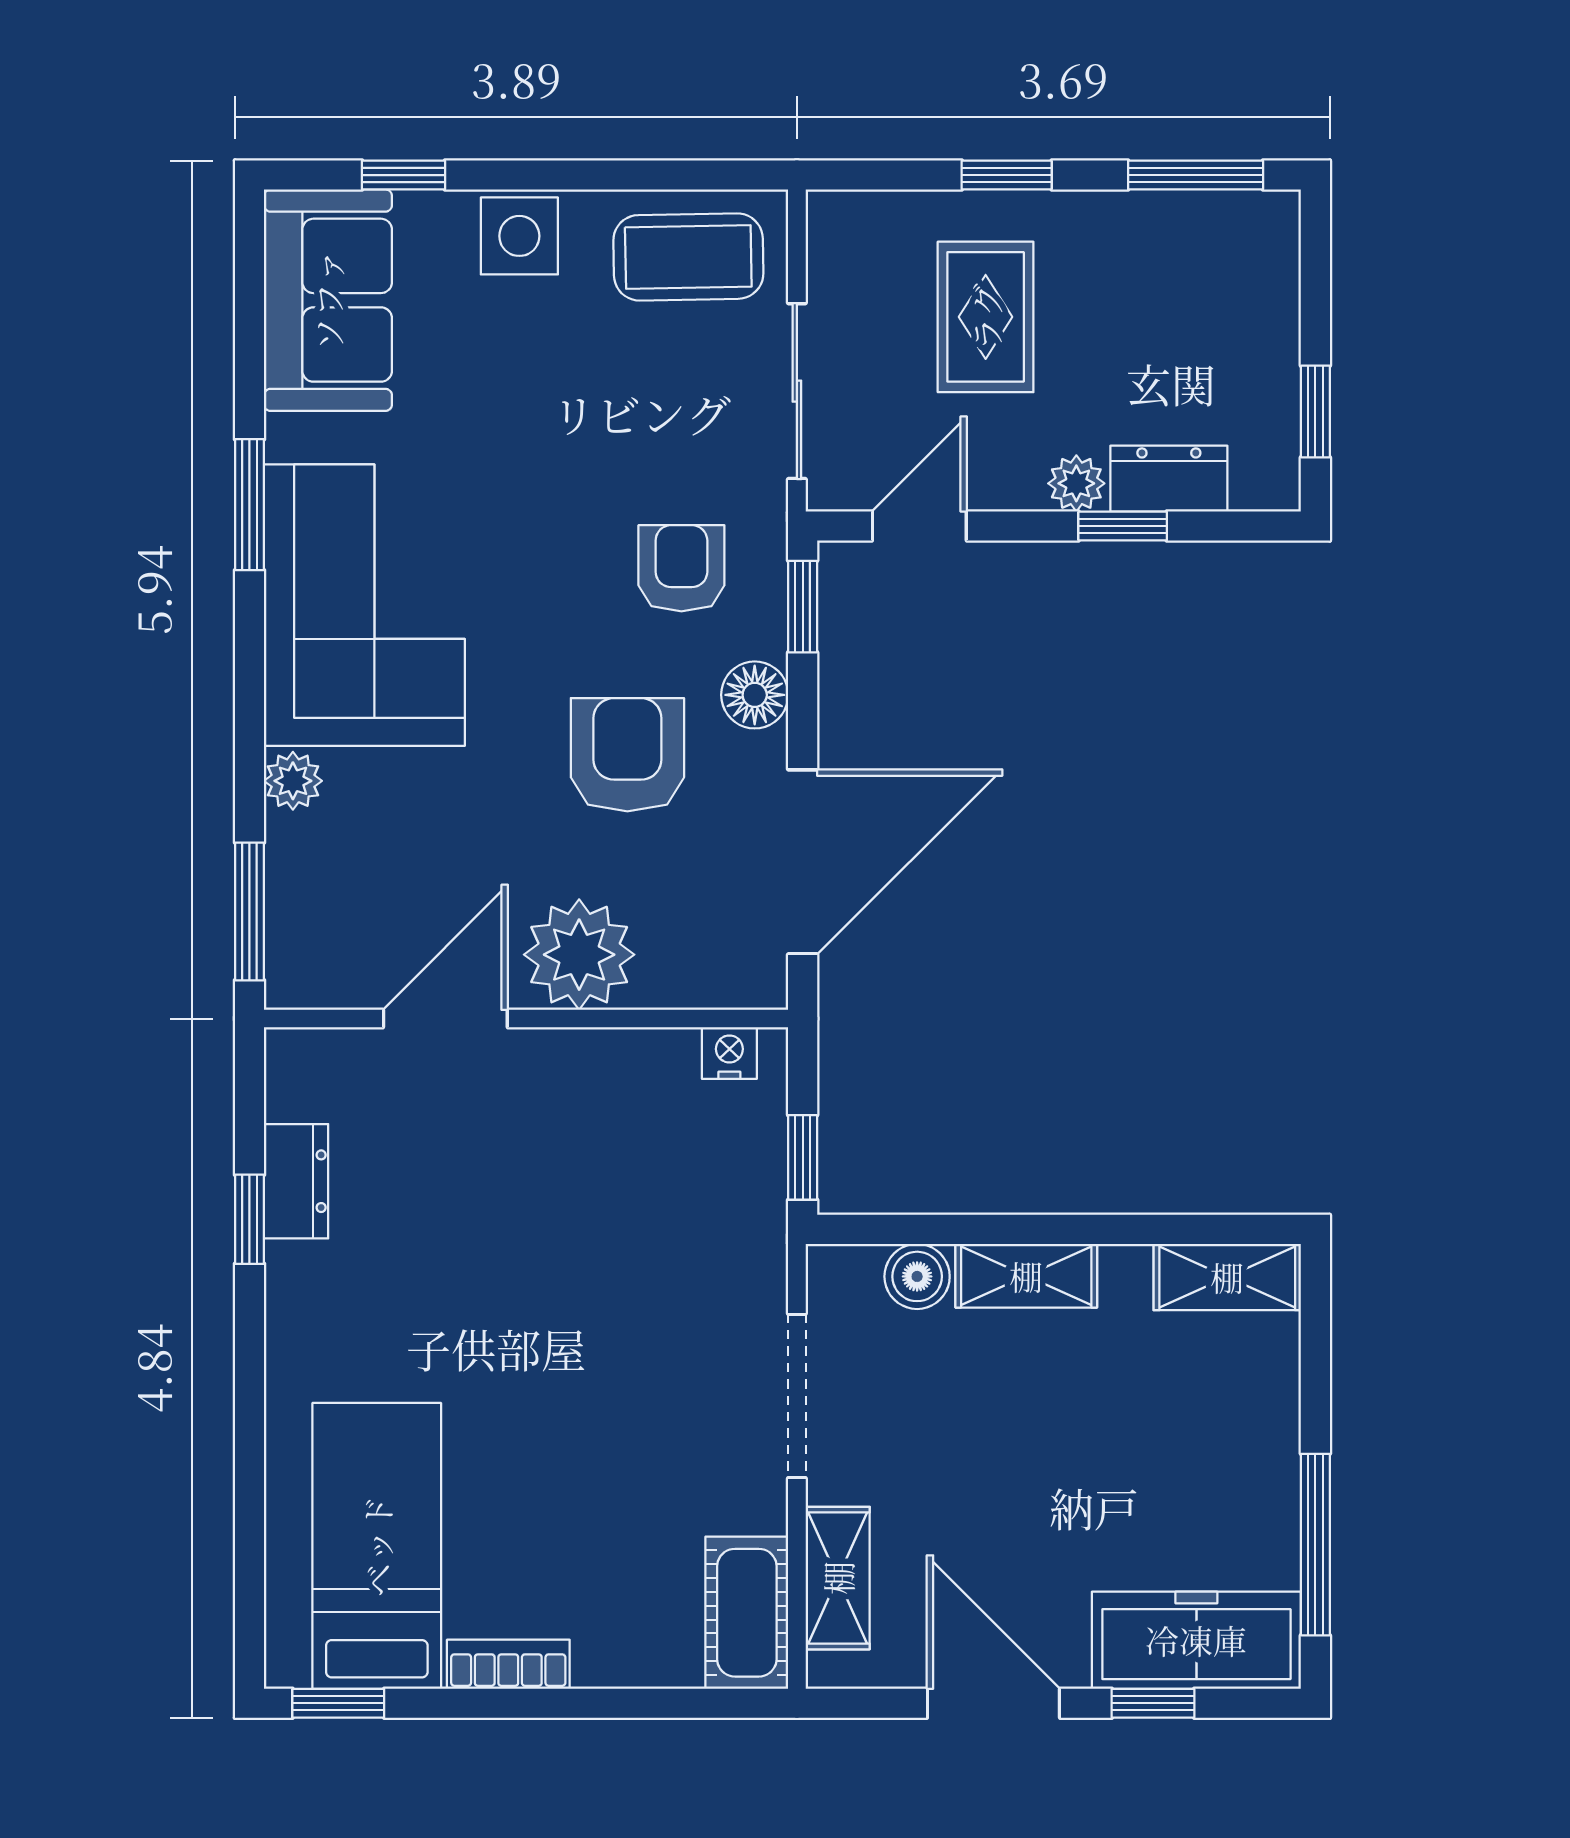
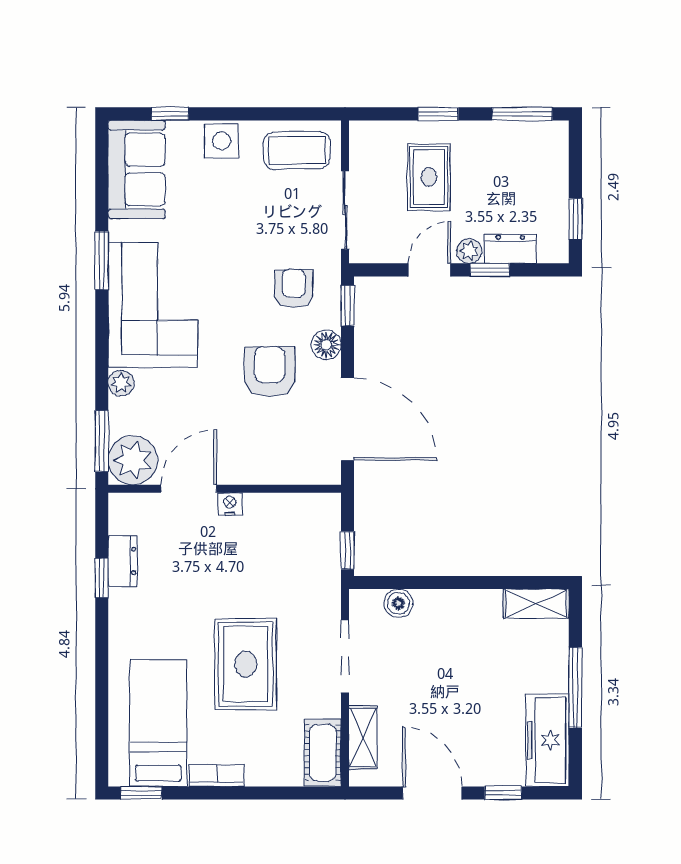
door: (919, 526) -> (429, 270), moved
door: (803, 862) -> (348, 419), hinge flipped
plant: (579, 955) -> (133, 460), moved
nightstand: (729, 1053) -> (230, 504), moved
shelving: (1026, 1276) -> (447, 603), removed
rug: (573, 1413) -> (246, 664), added
window: (1315, 1545) -> (575, 688), moved
freezer: (1196, 1640) -> (547, 740), moved, turned -90

